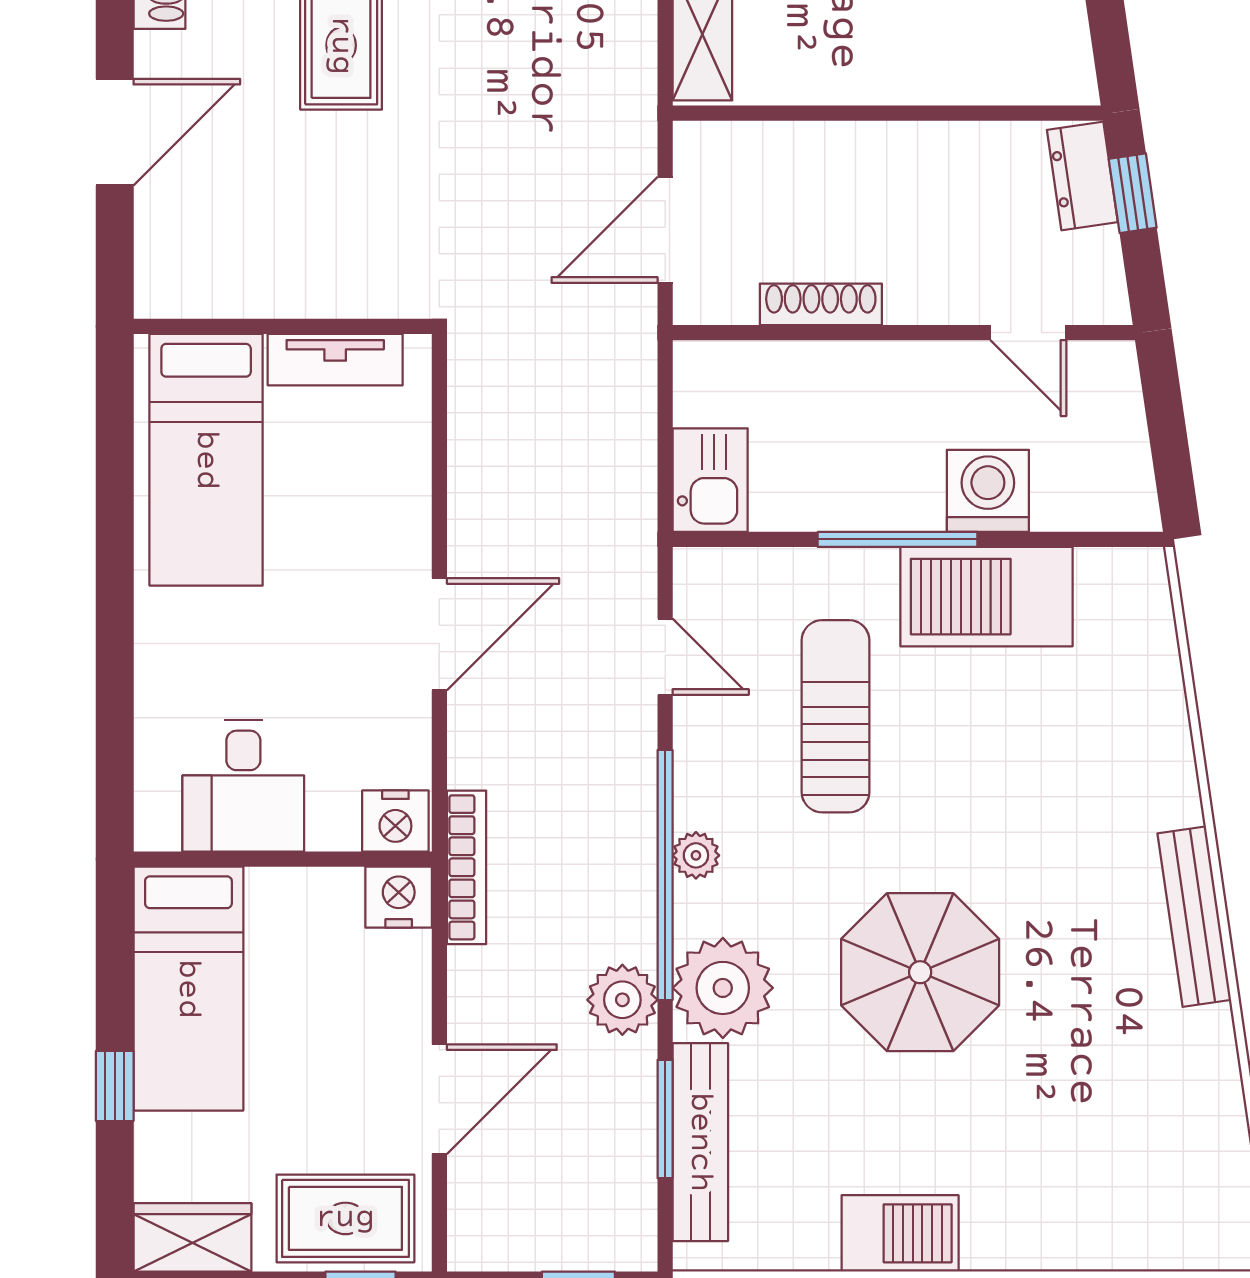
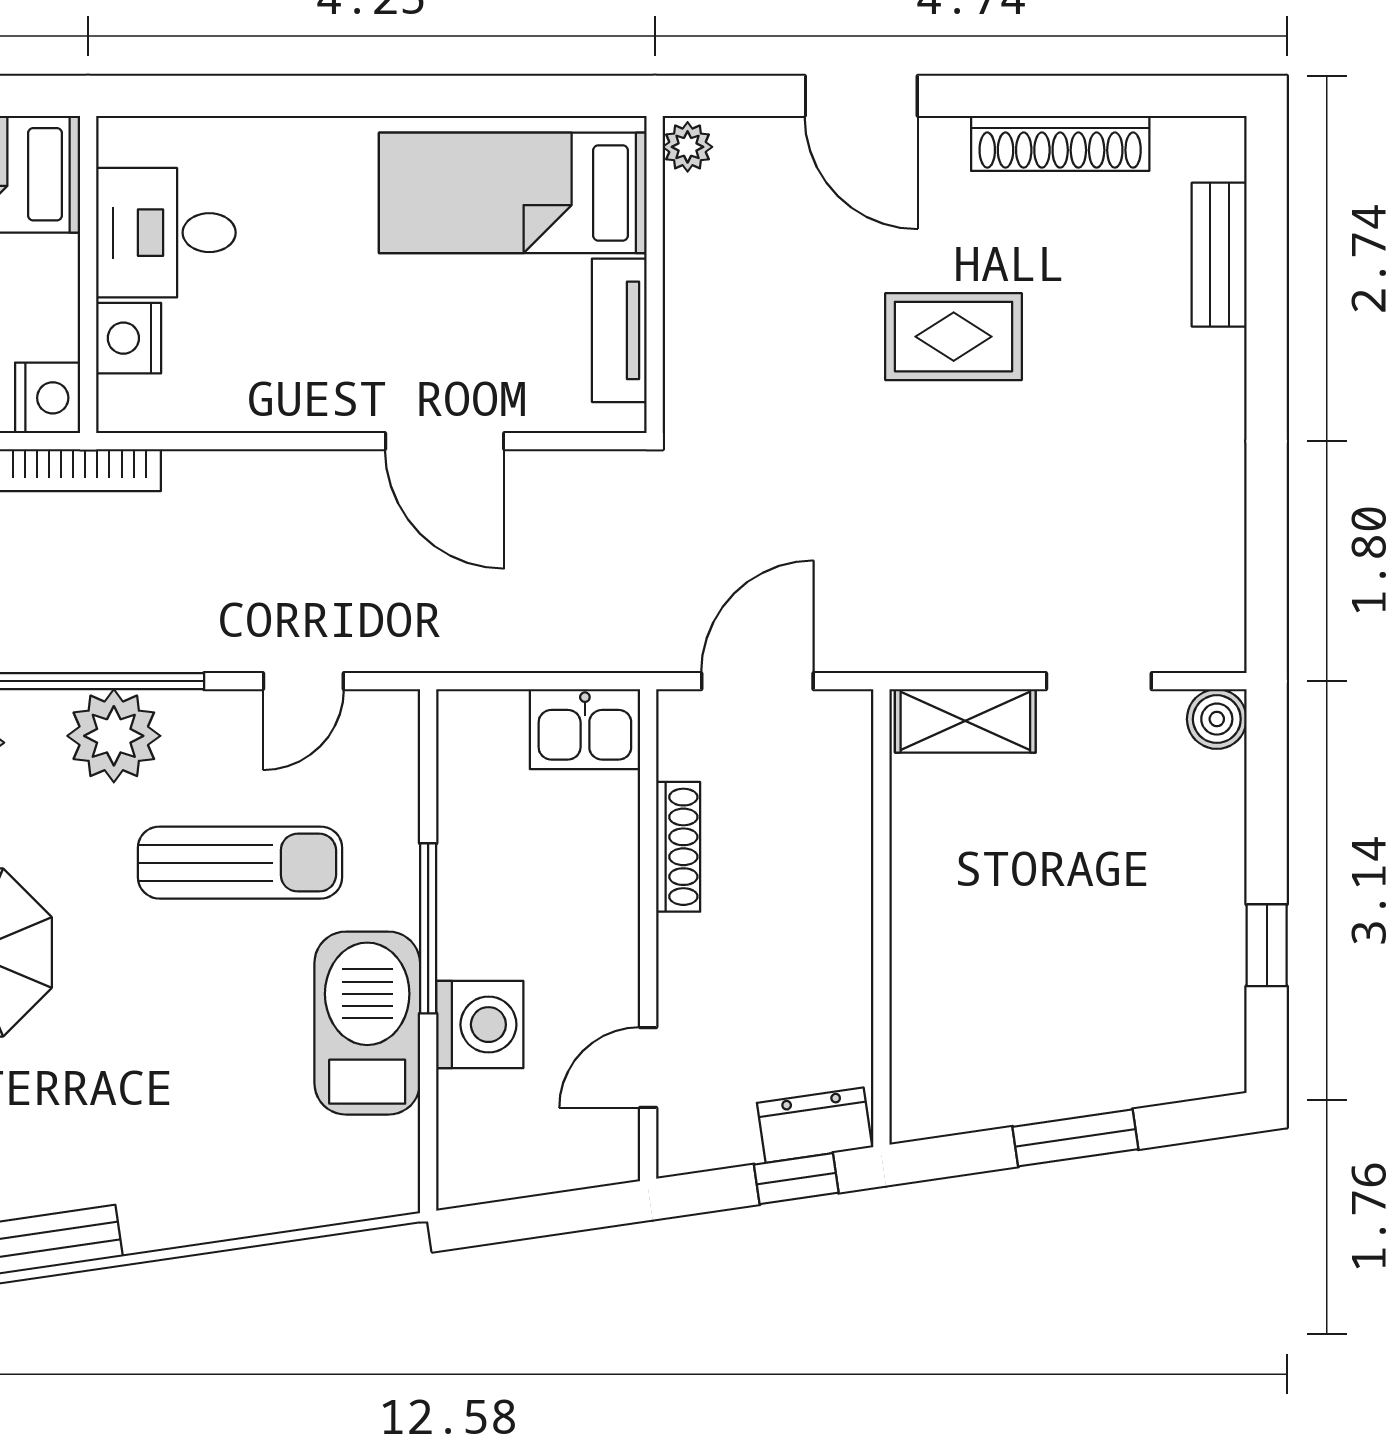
door: (665, 230) -> (757, 681), hinge flipped
plant: (163, 295) -> (688, 147), added
kitchen sink: (710, 480) -> (585, 729), moved
door: (439, 634) -> (445, 441), moved
nightstand: (395, 821) -> (129, 338), moved
plant: (696, 855) -> (114, 736), width x1.87, depth x1.87

